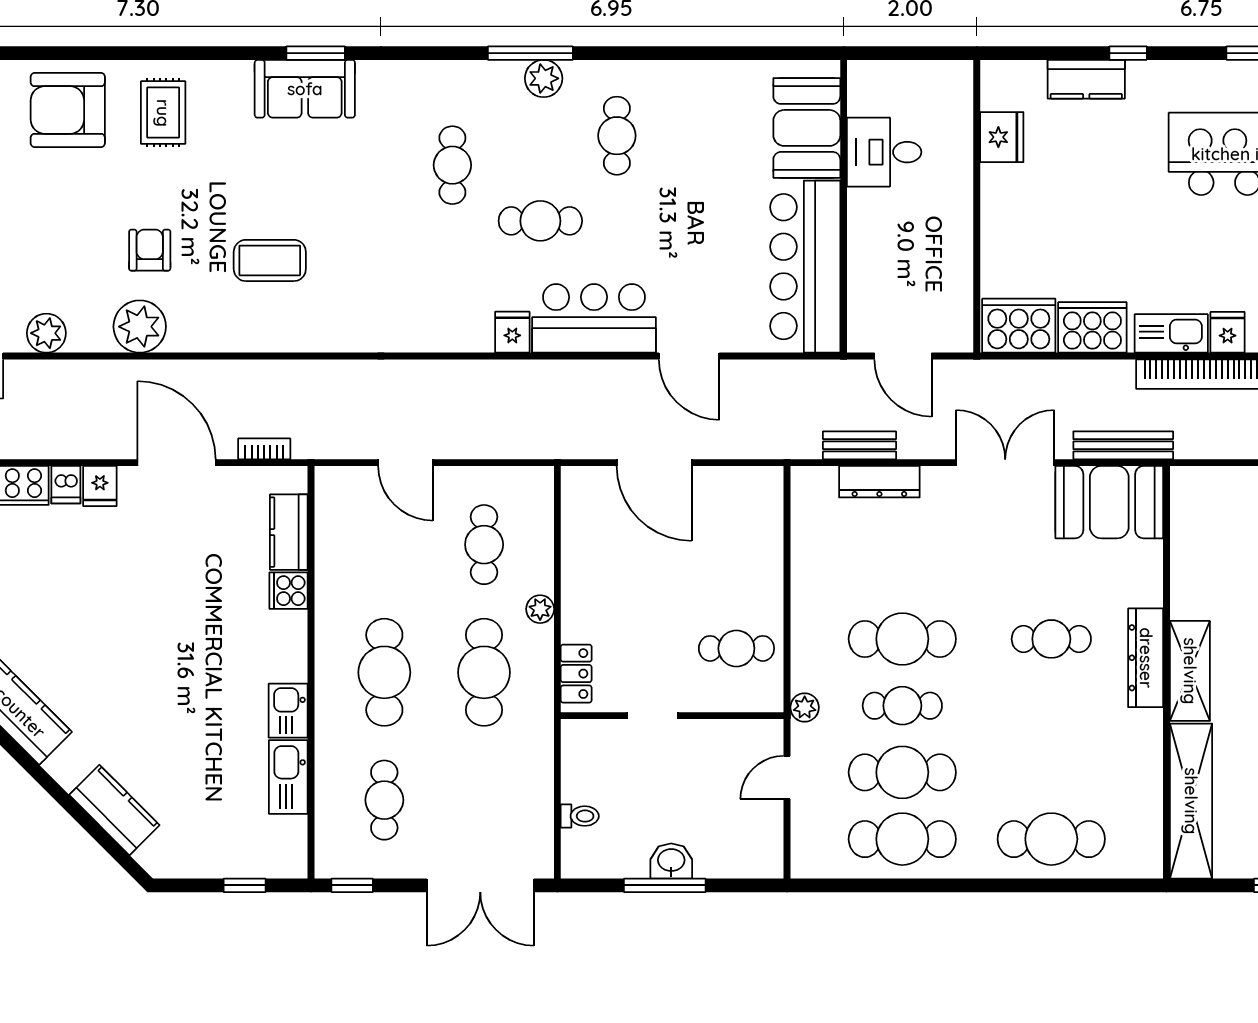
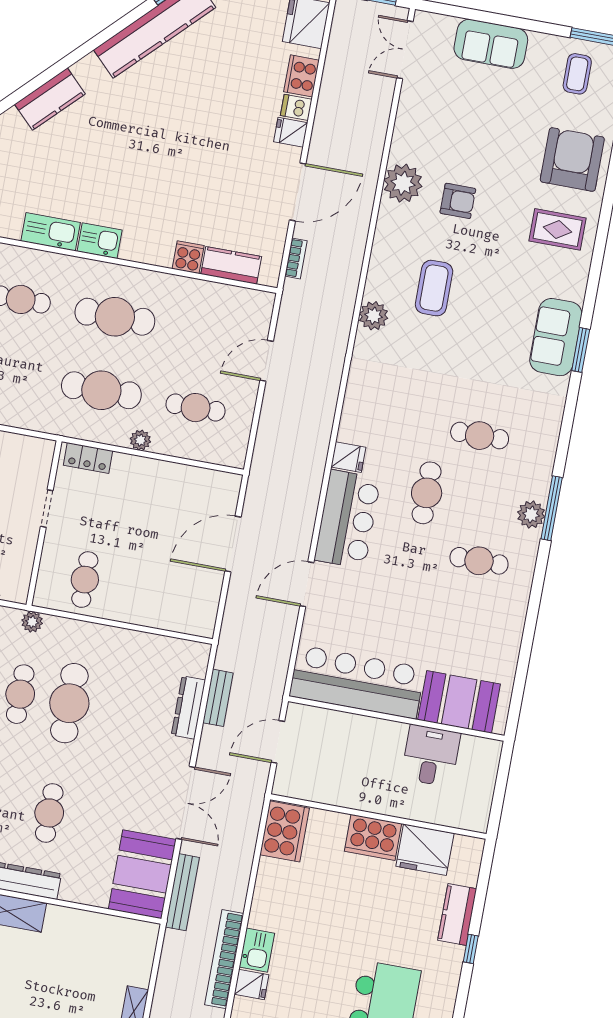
fridge: (1002, 137) -> (425, 850), width x1.36, depth x1.34
cooker: (1092, 327) -> (373, 837), moved, turned 90
plant: (46, 333) -> (374, 316), moved
kitchen sink: (1171, 333) -> (257, 950), width x0.73

